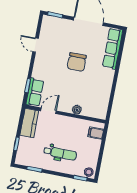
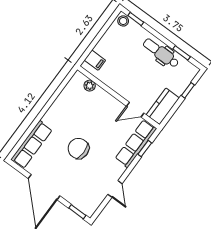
chair: (77, 62) -> (79, 148), turned -90
row of seats: (35, 92) -> (136, 144), width x1.48
plant: (77, 110) -> (90, 86), moved
dental chair: (60, 153) -> (161, 53), moved

